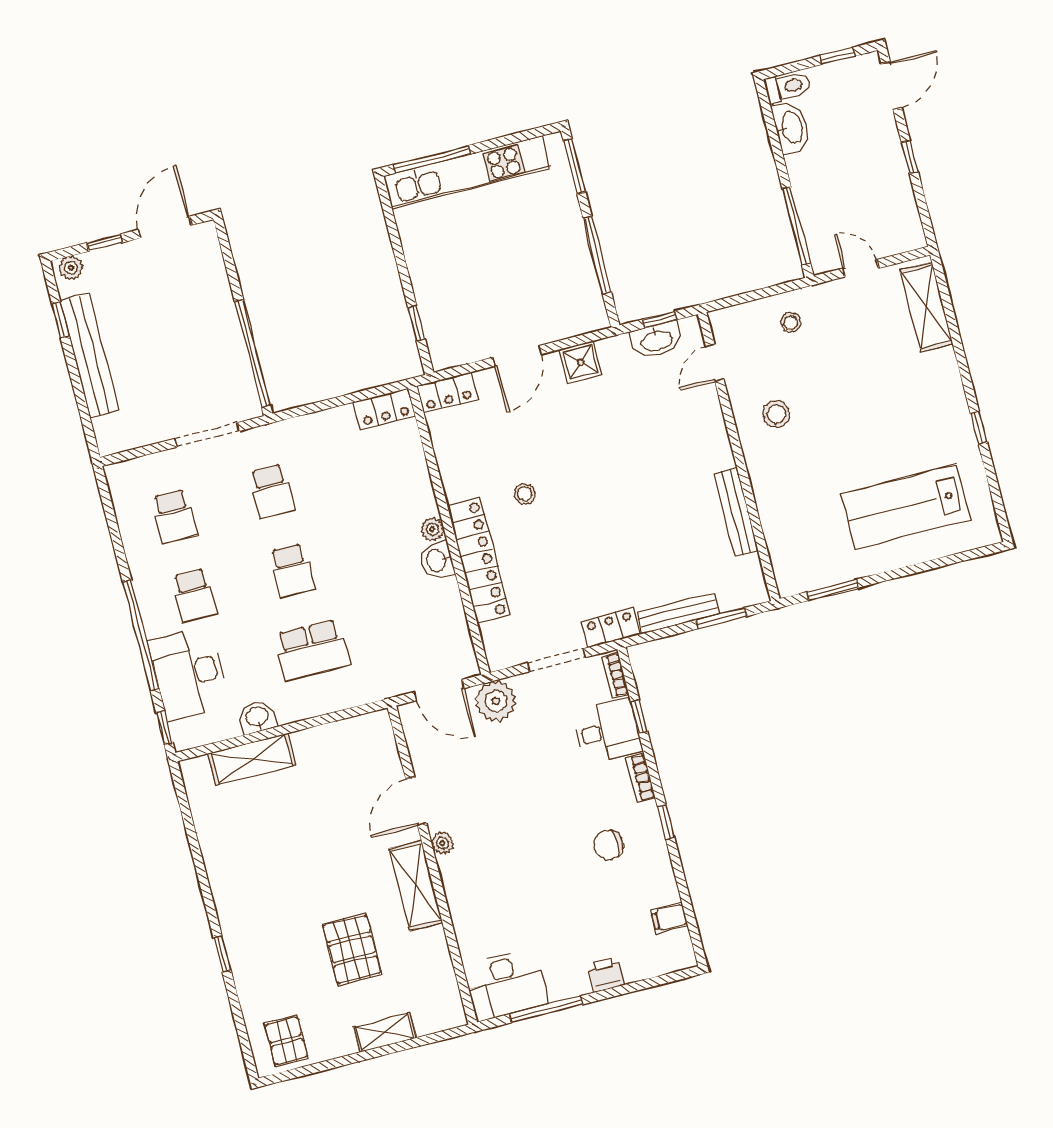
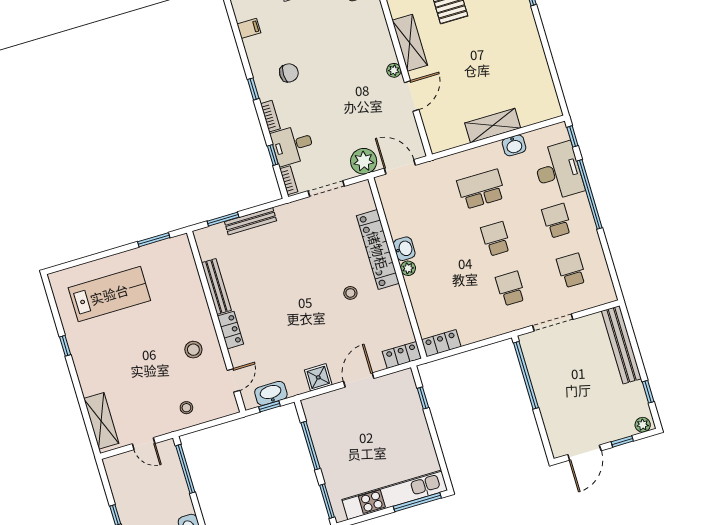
bench: (89, 355) -> (621, 345), moved
locker: (611, 628) -> (230, 330), moved, turned -90
shelving: (252, 759) -> (493, 126), moved

